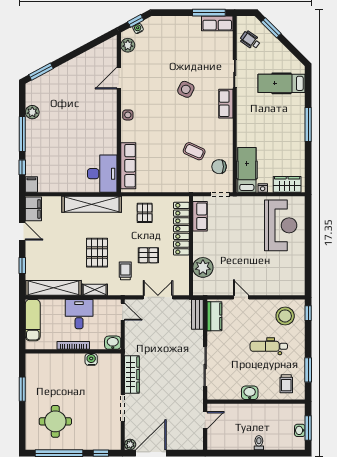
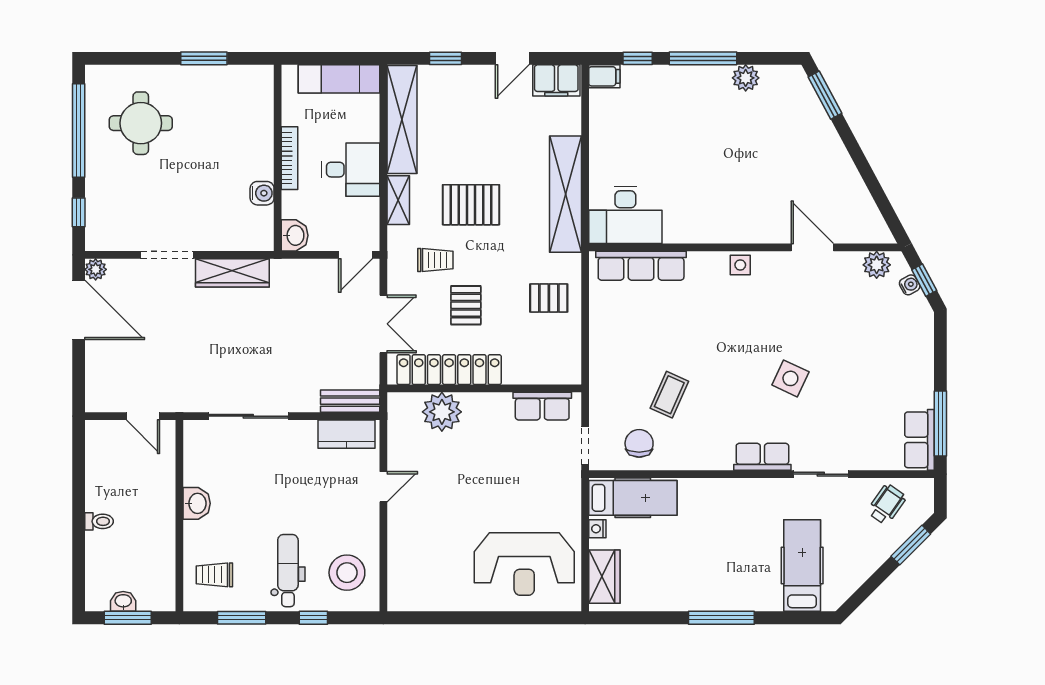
locker: (181, 229) -> (449, 370), moved
window: (308, 313) -> (313, 618), moved
dental chair: (269, 346) -> (288, 571), moved

